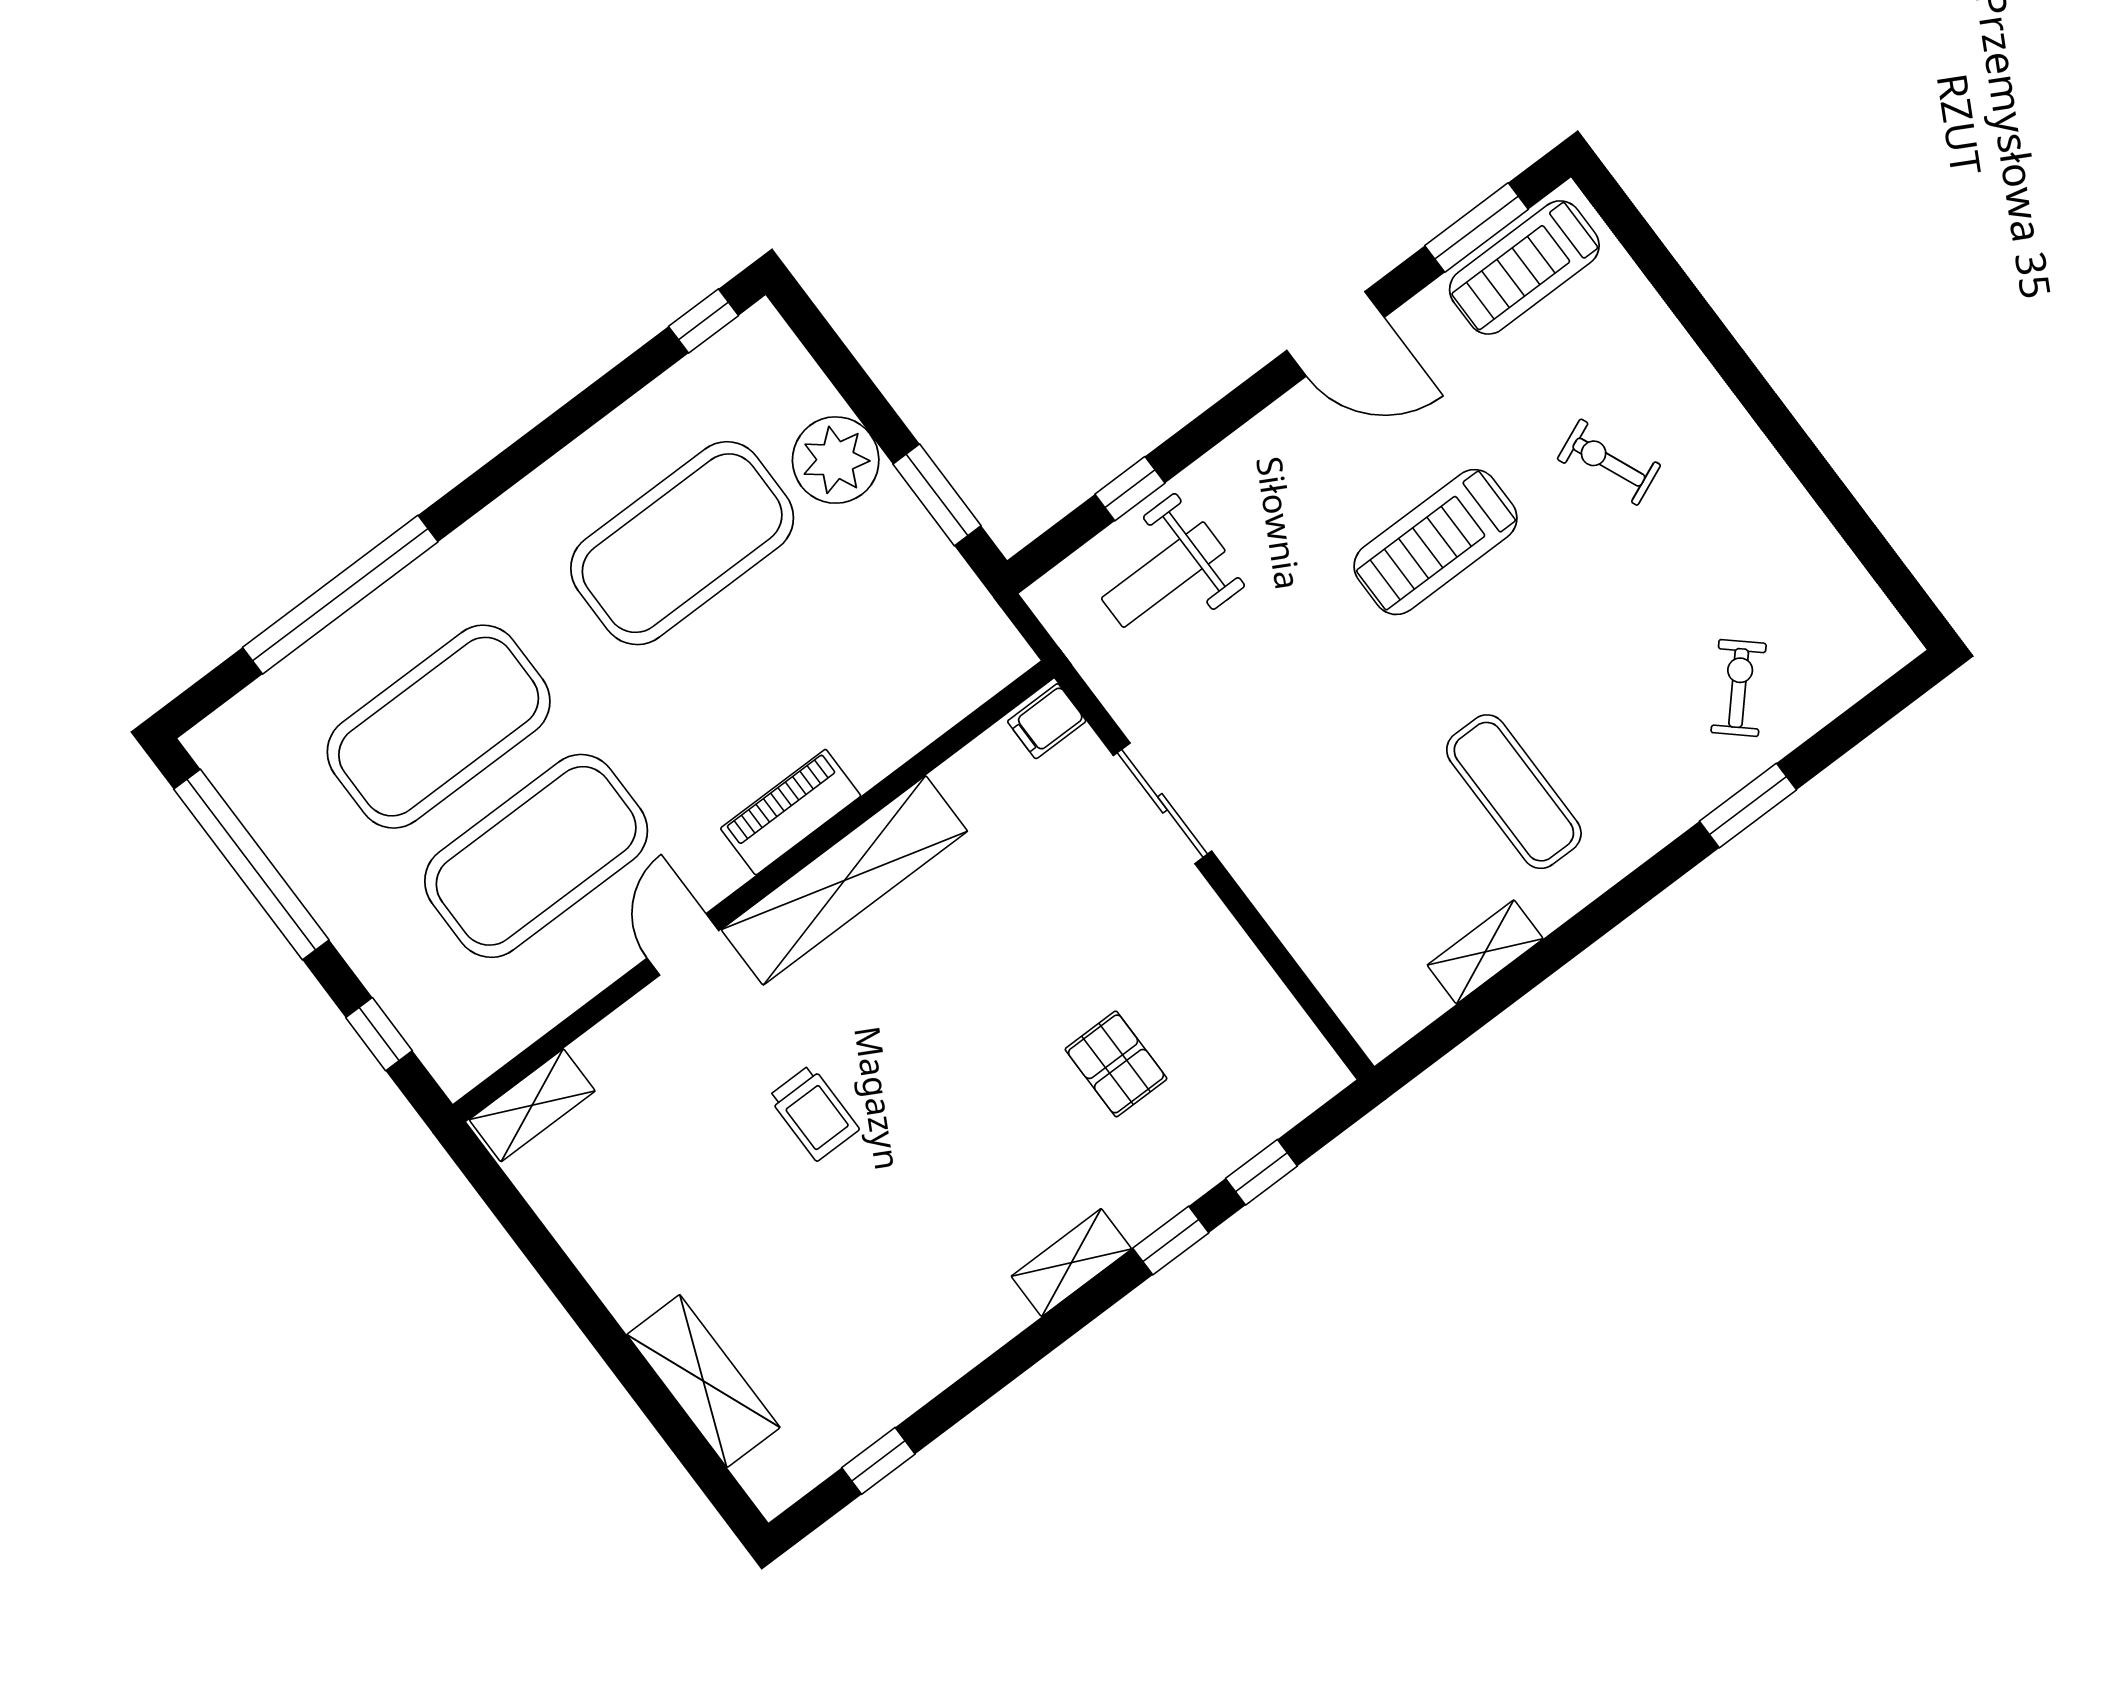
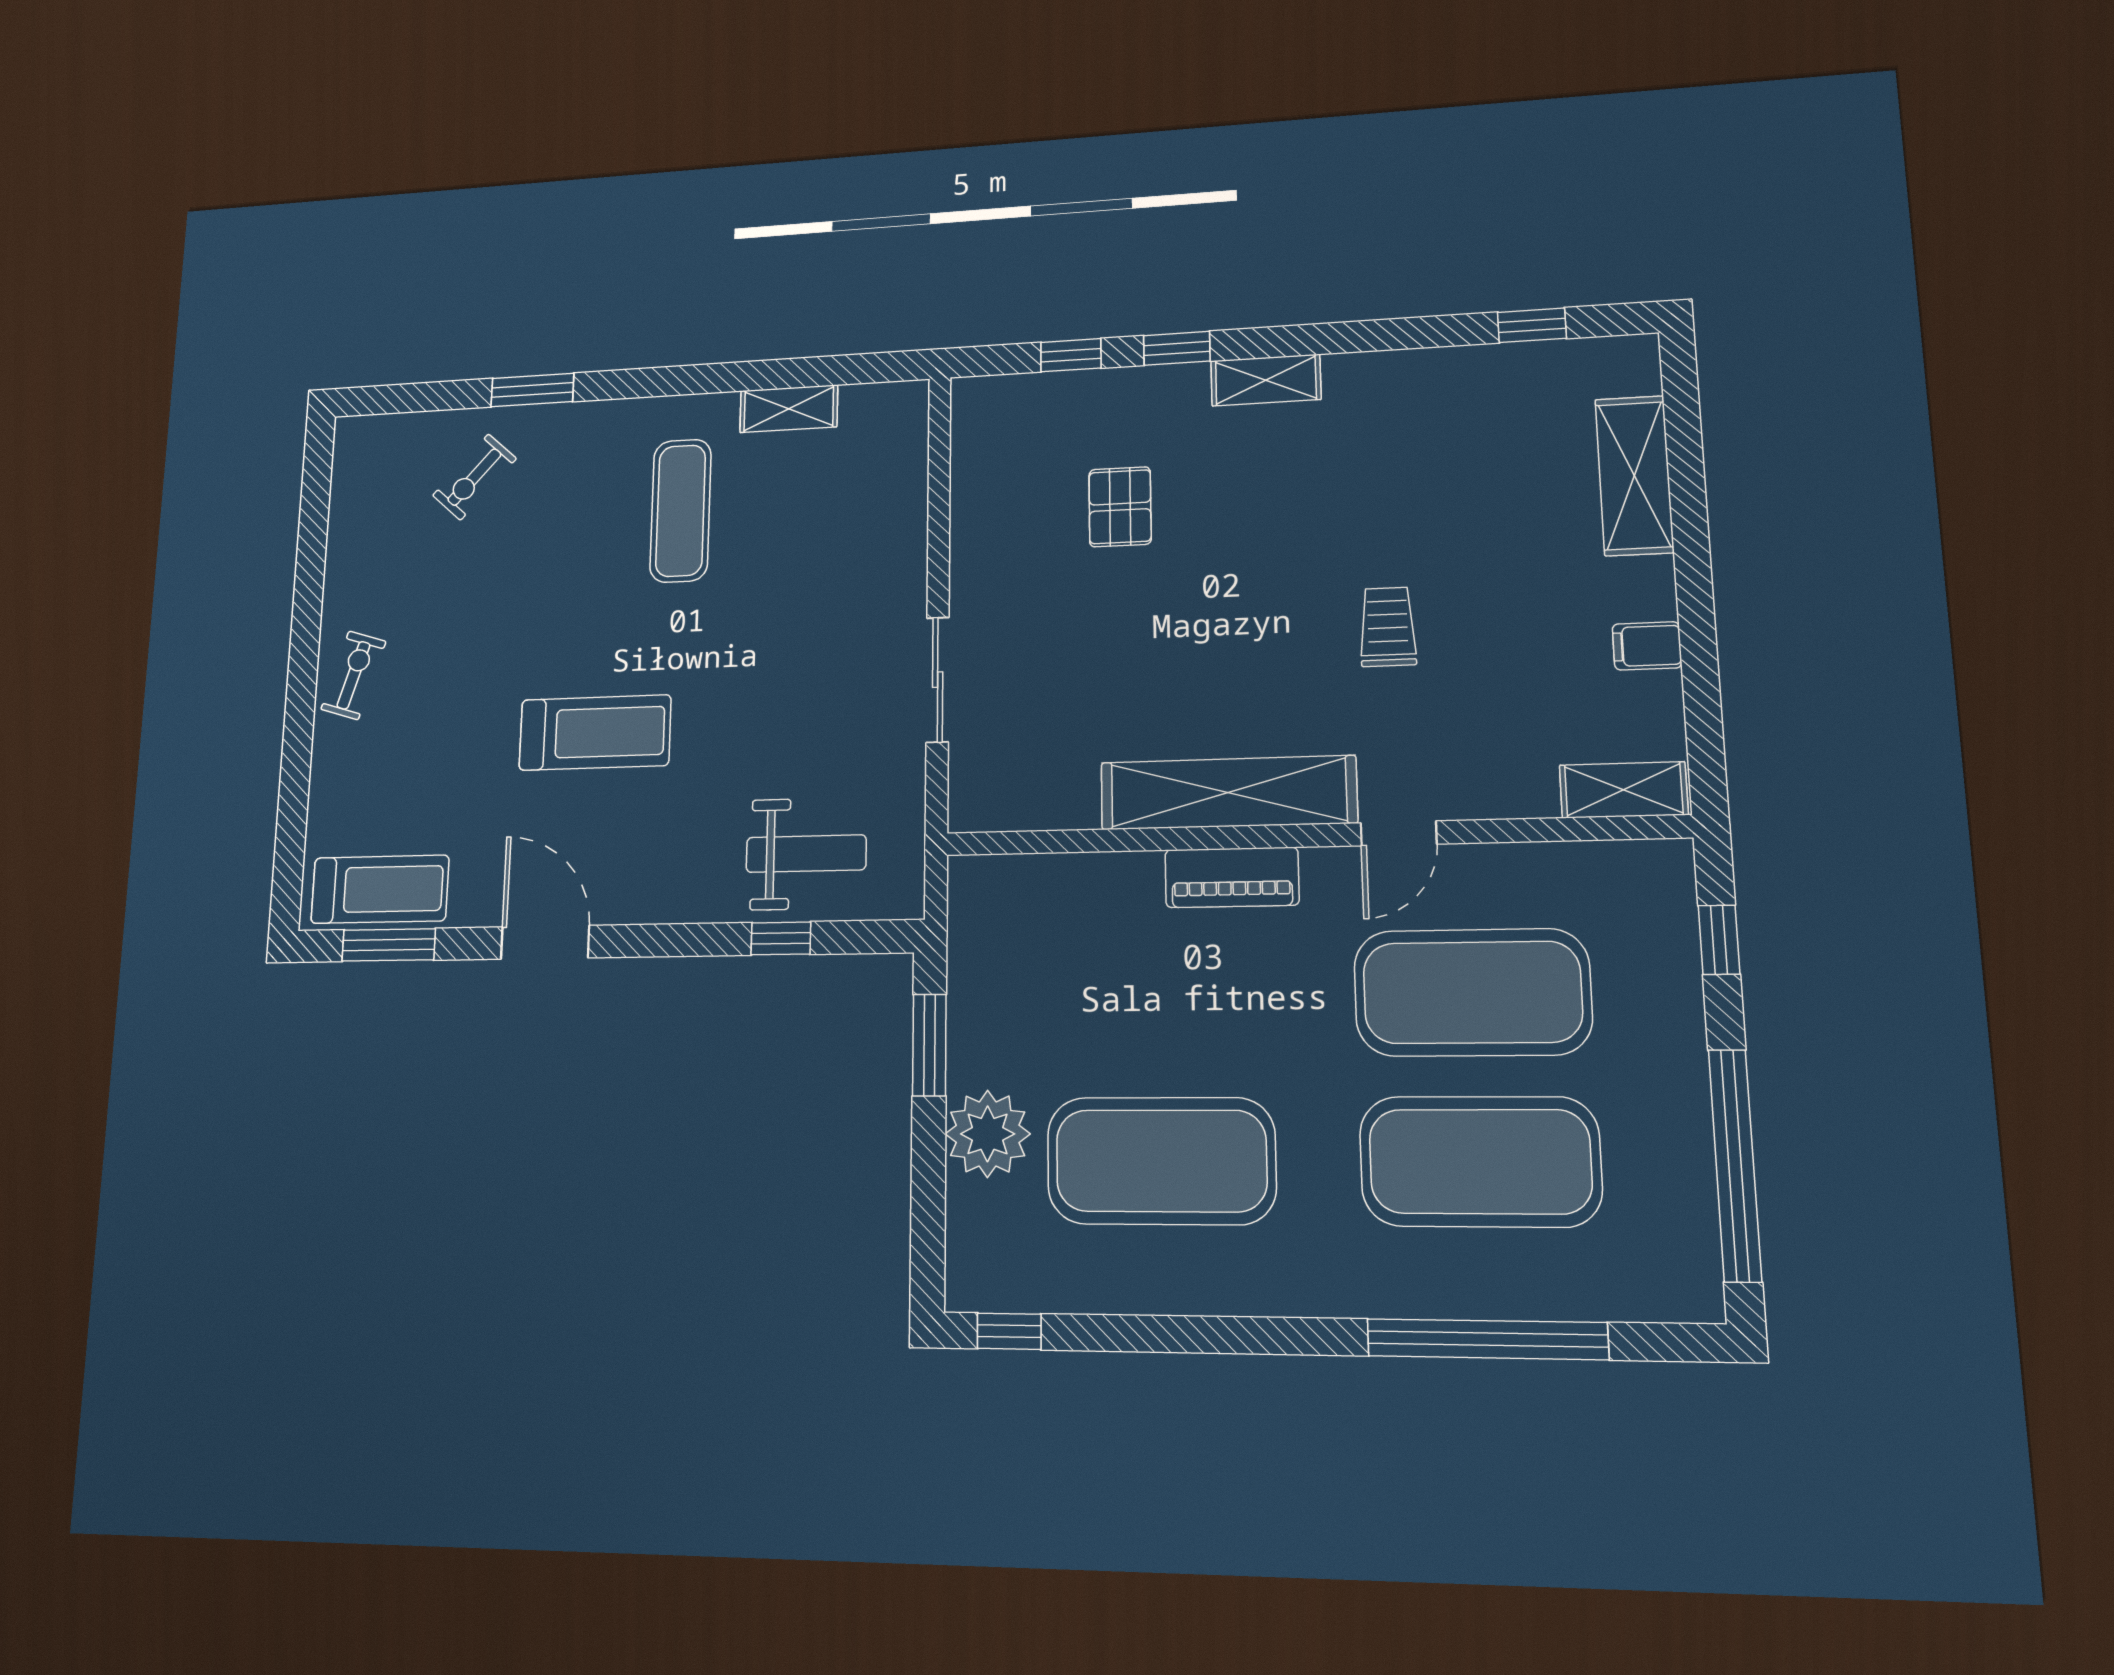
exercise bike: (1609, 462) -> (353, 675), moved, turned -140
filing cabinet: (1047, 721) -> (1647, 646), moved, turned 180

